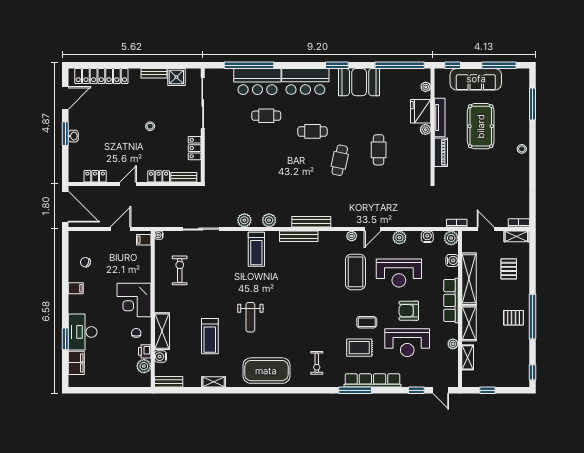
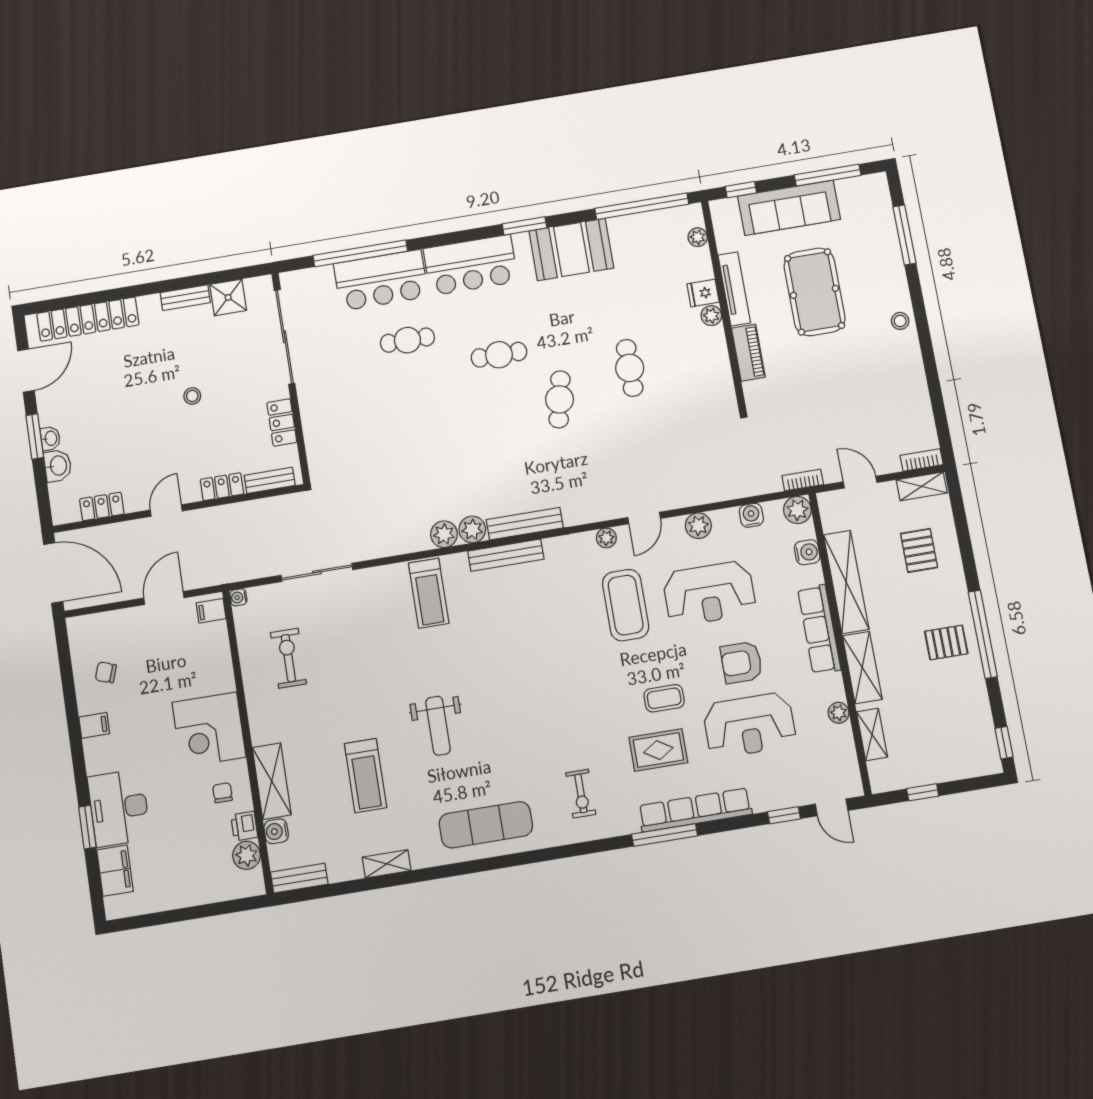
fridge: (421, 111) -> (703, 293), width x0.53, depth x0.75
washbasin: (75, 151) -> (58, 466), added
plant: (244, 220) -> (472, 530), moved
exercise mat: (266, 371) -> (486, 825), width x0.68

